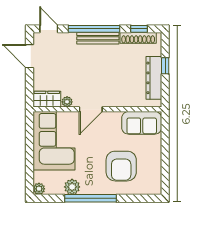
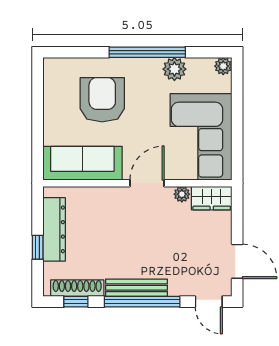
sofa: (142, 123) -> (82, 163), width x1.36

